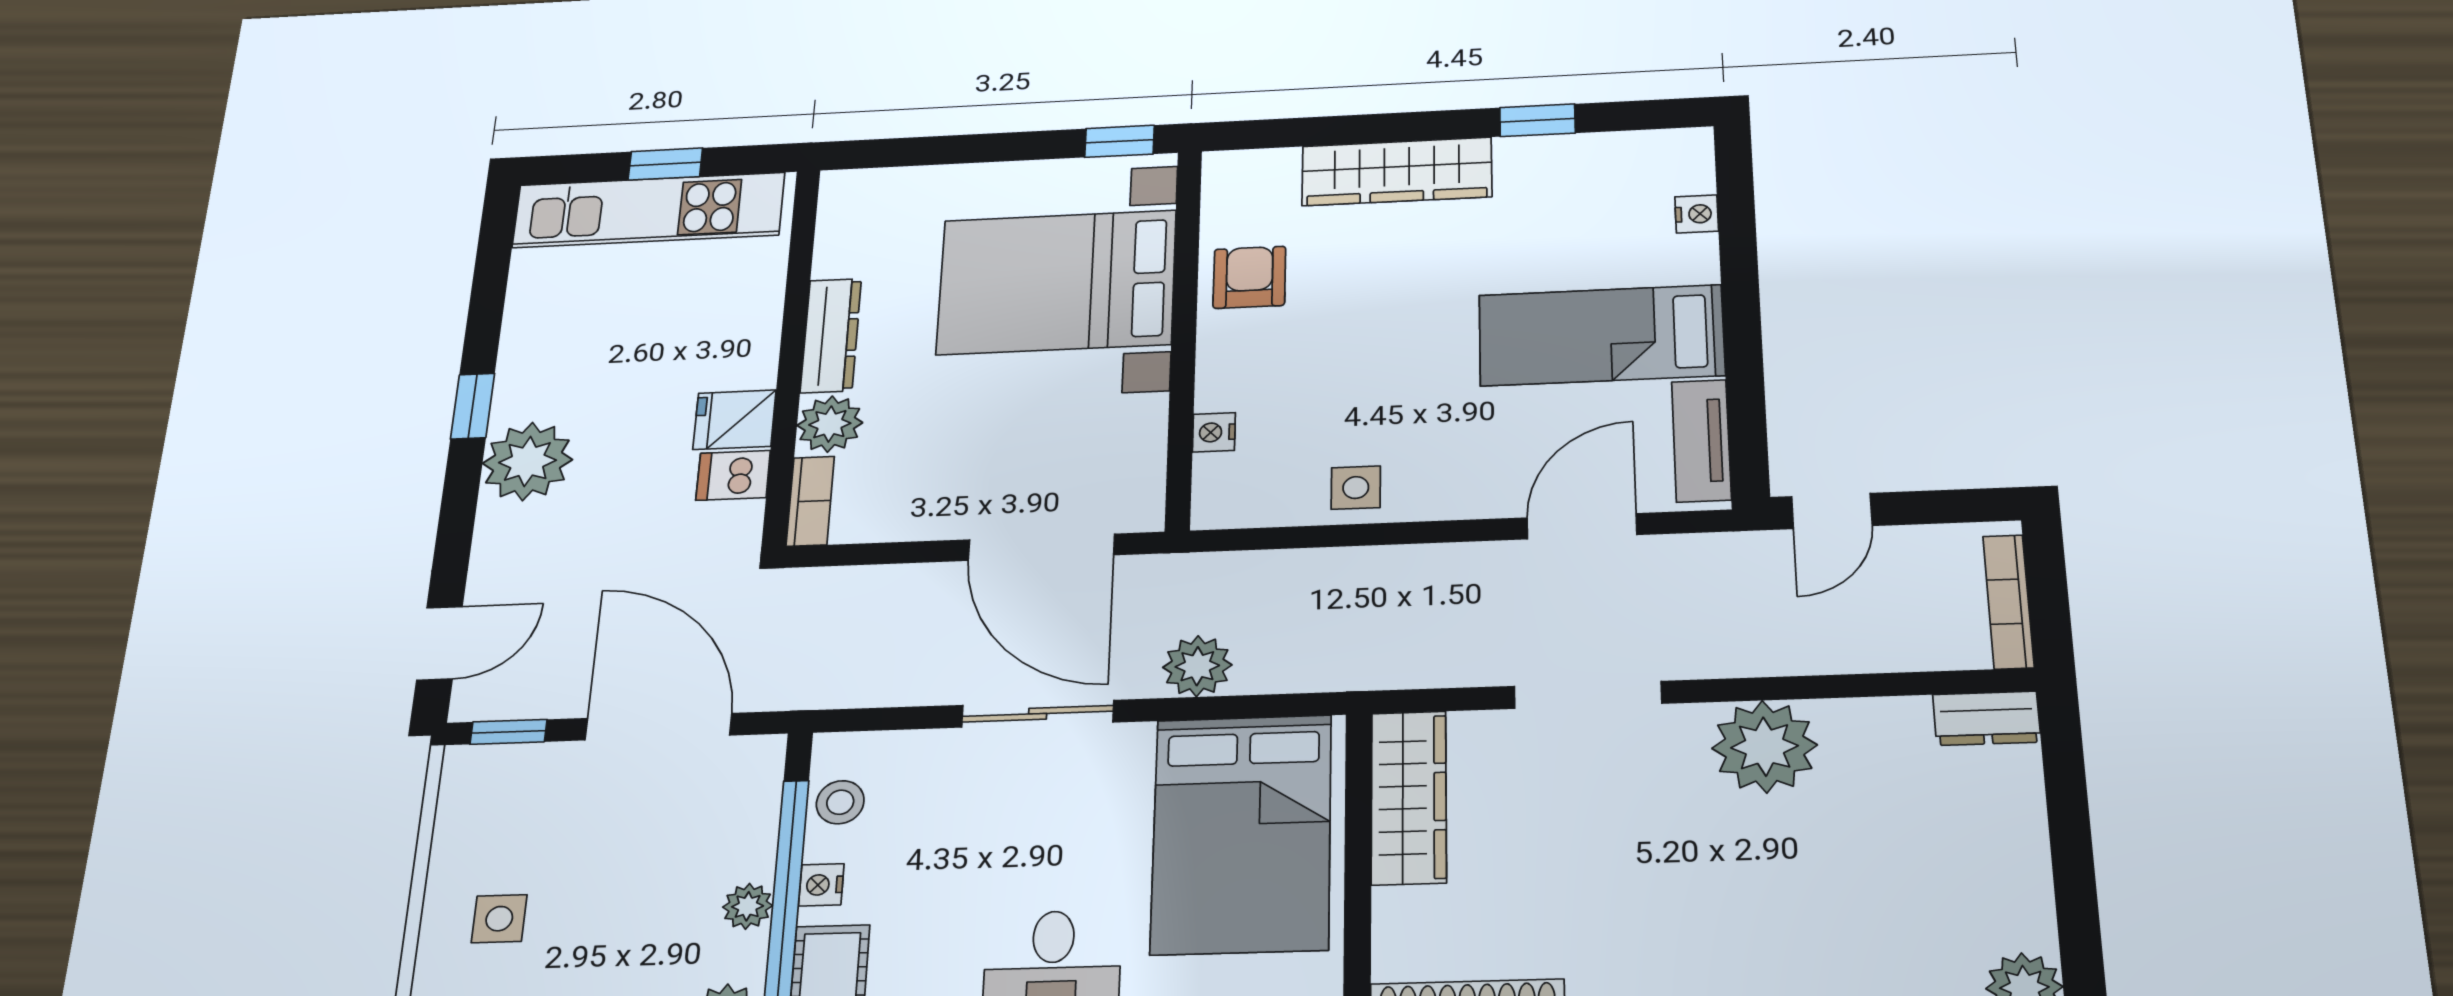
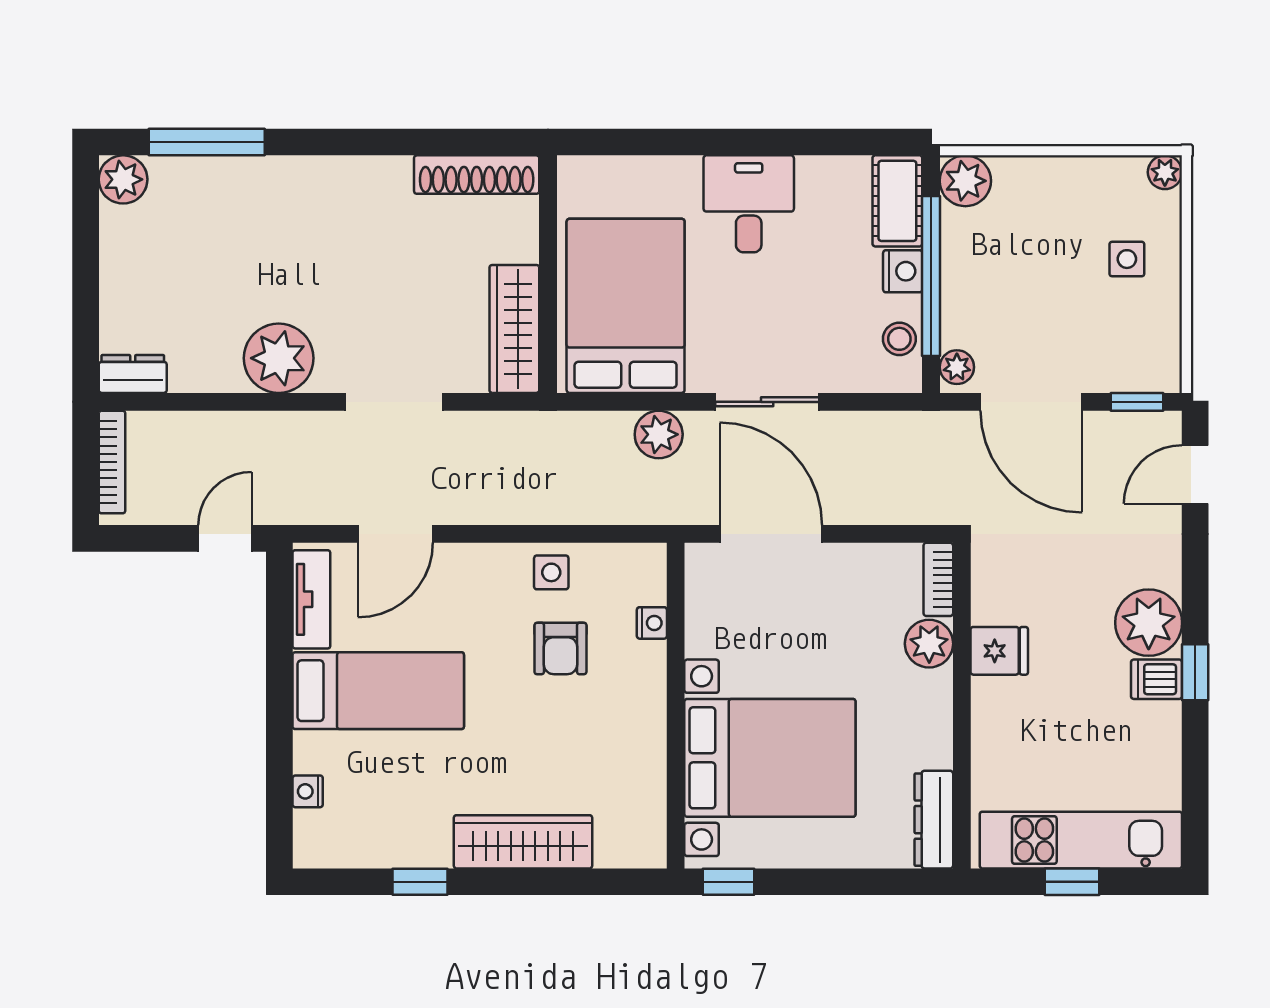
armchair: (1249, 277) -> (560, 648), moved
dresser: (831, 335) -> (934, 820), moved
dishwasher: (733, 475) -> (1157, 679), moved, turned 180
nightstand: (821, 885) -> (903, 271), width x1.39, depth x1.35
plant: (748, 906) -> (957, 367), moved

